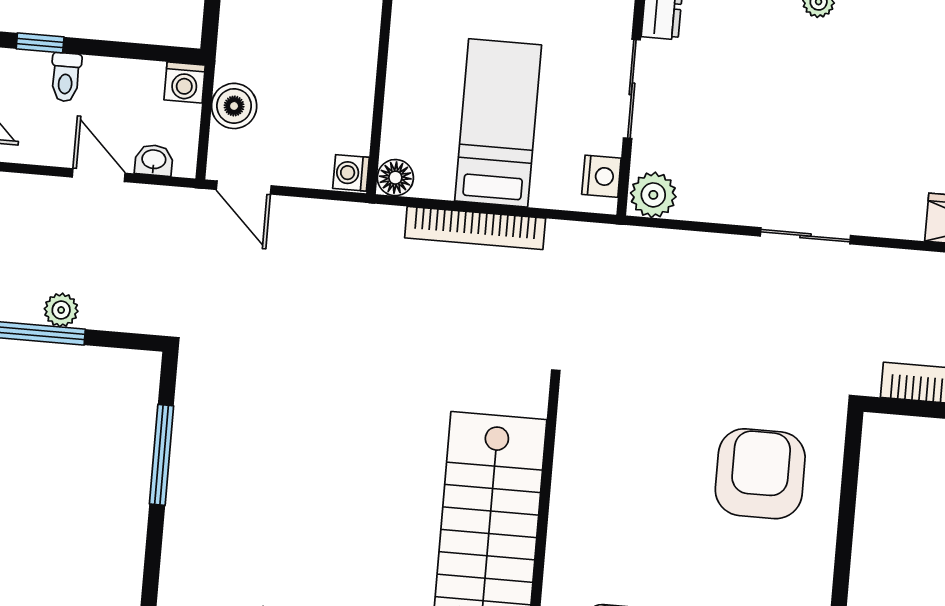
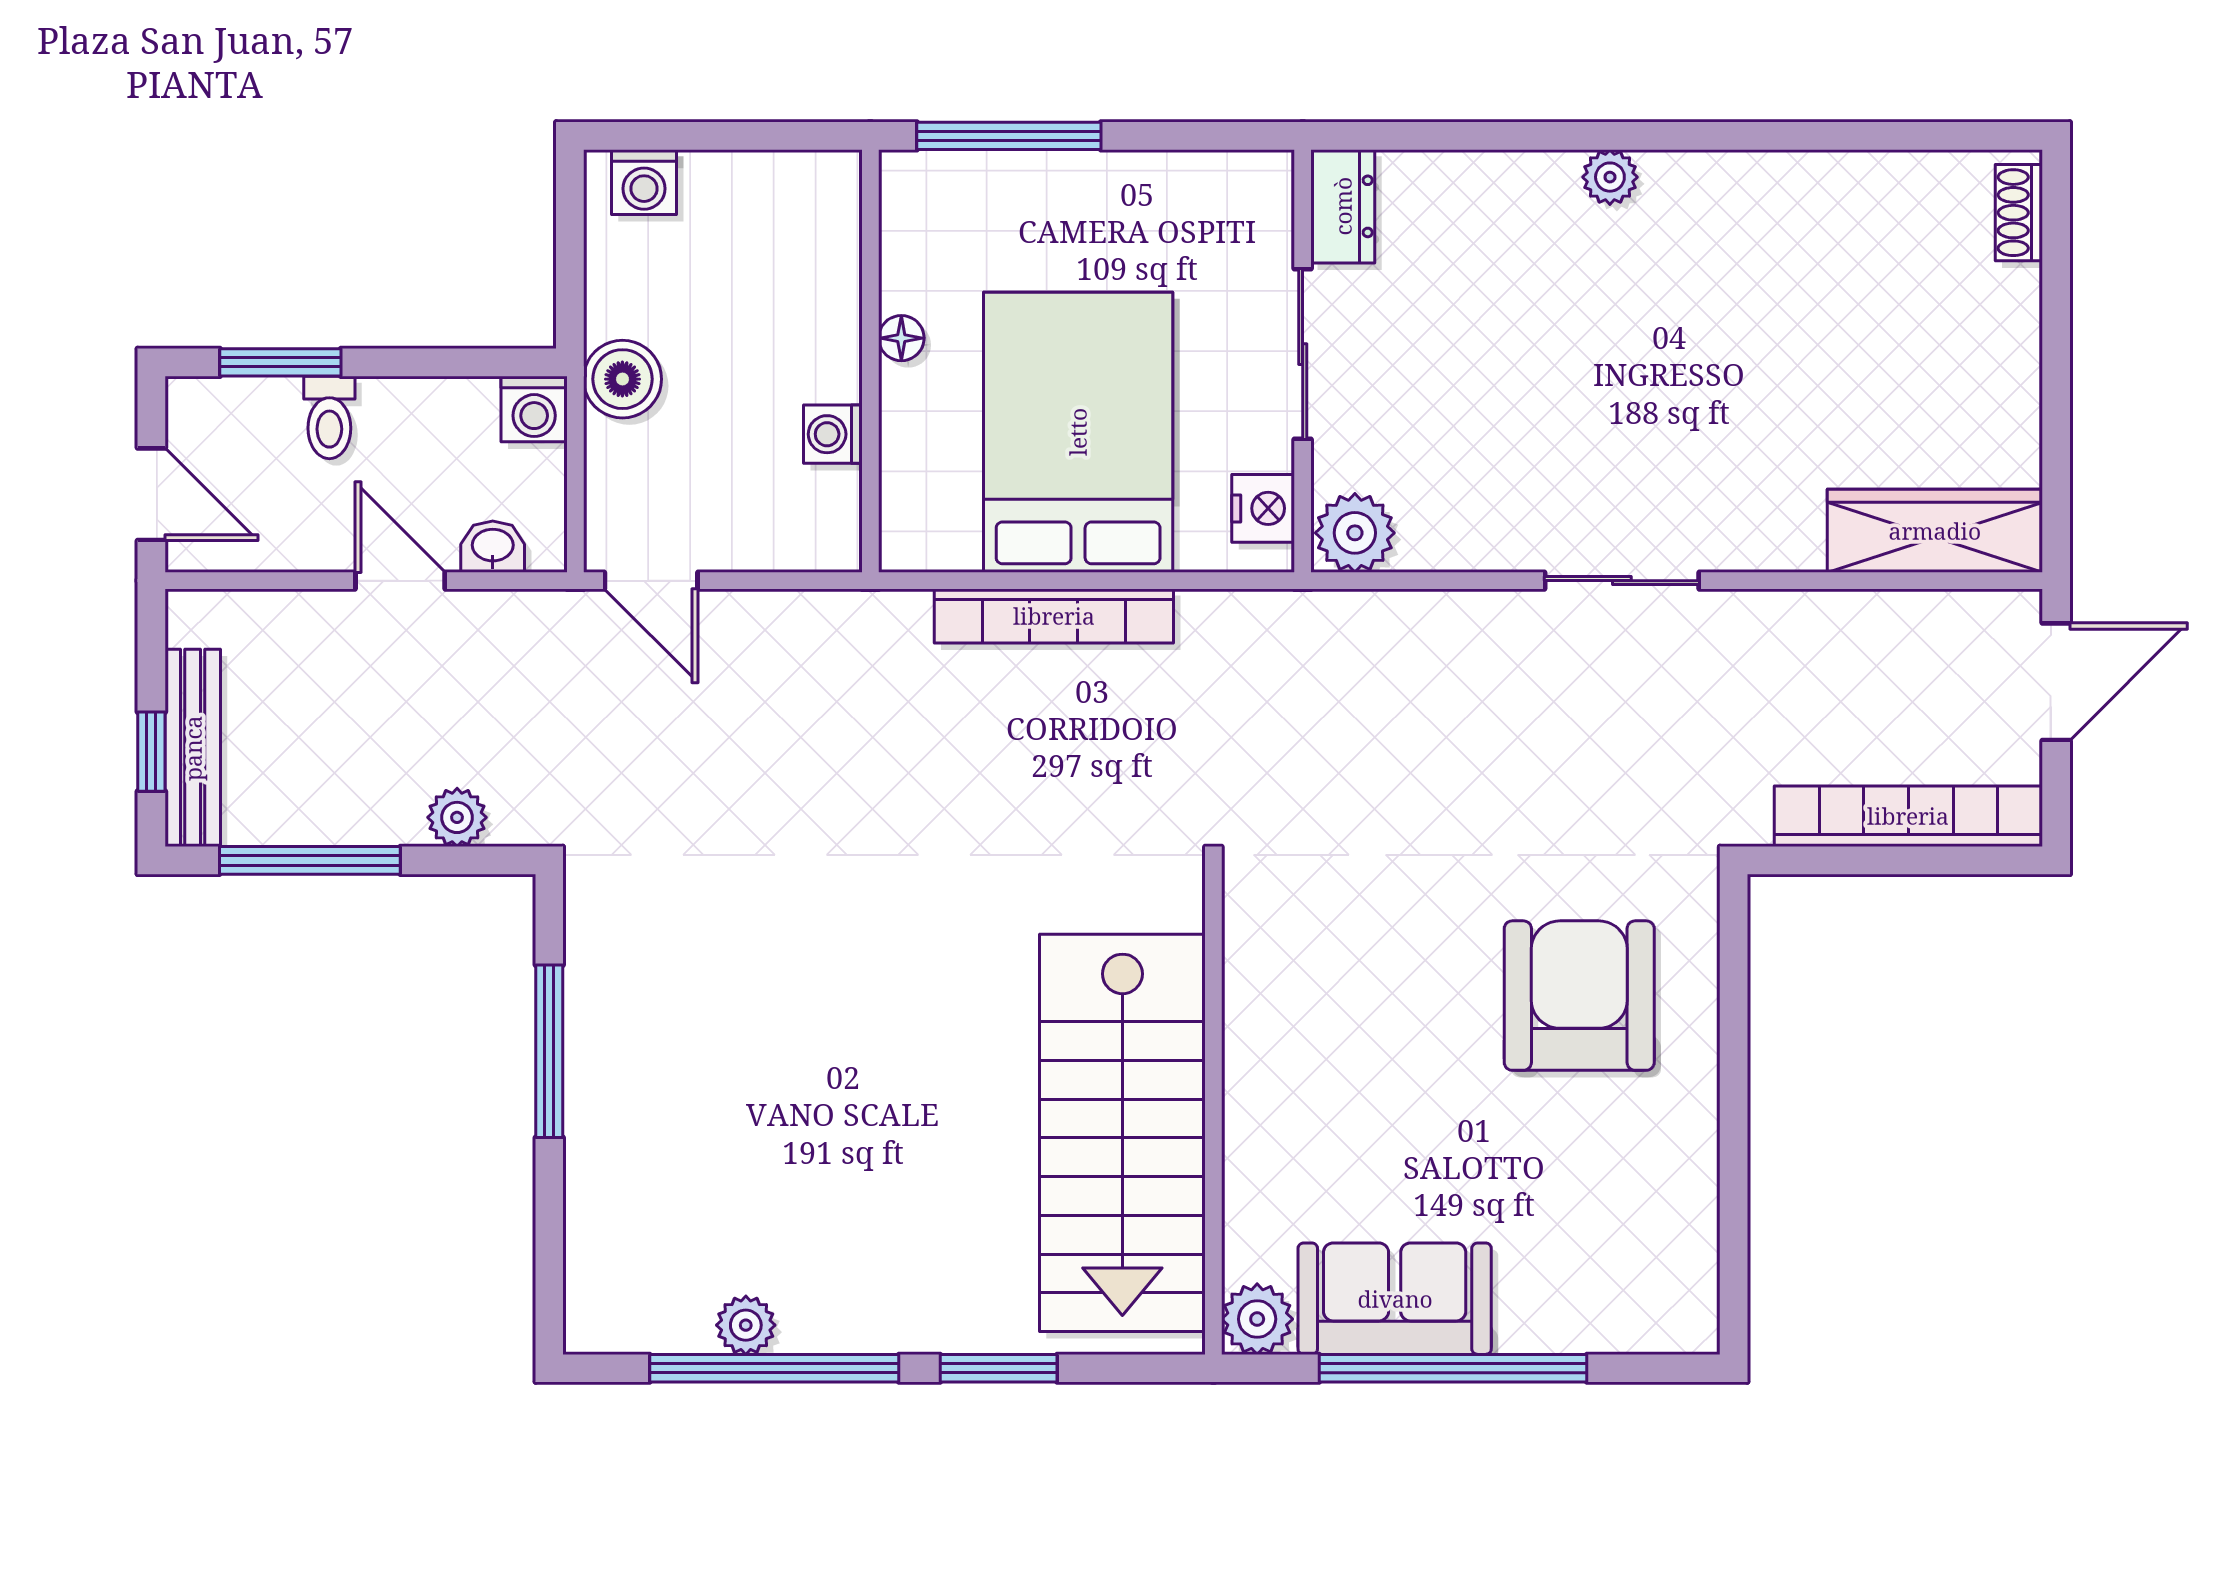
window: (40, 43) -> (280, 362), width x1.50
boiler: (234, 106) -> (622, 379), moved
bed: (498, 123) -> (1078, 432), width x1.50
washing machine: (351, 173) -> (833, 434), moved
floor lamp: (395, 178) -> (901, 338), moved, width x0.73, depth x0.73
plant: (61, 310) -> (457, 817), moved

